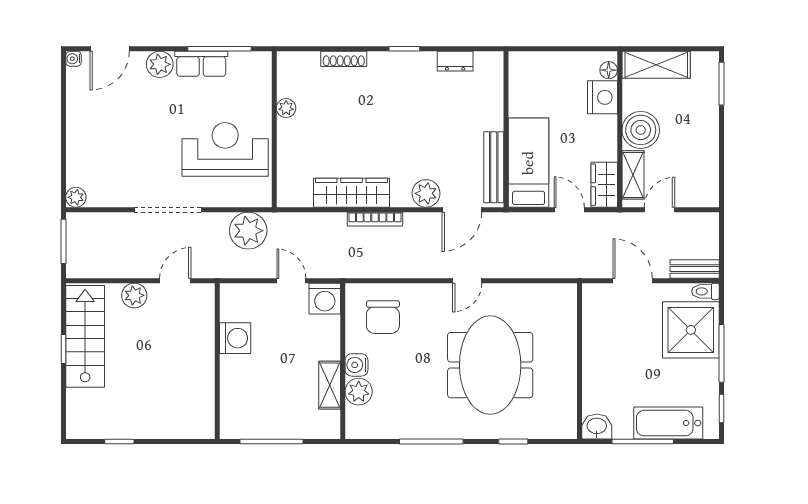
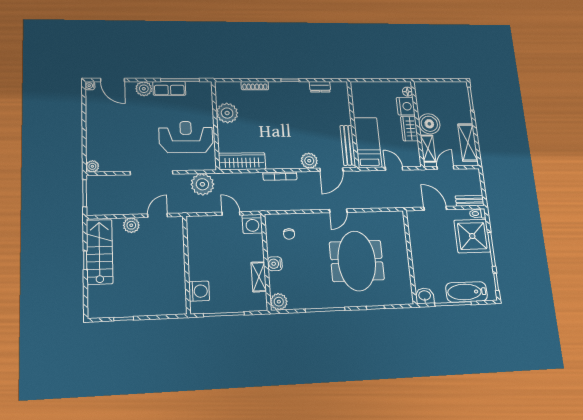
door: (110, 49) -> (113, 80), hinge flipped
shelving: (656, 65) -> (468, 142), moved, turned 90
plant: (286, 108) -> (227, 113), width x1.88, depth x1.88
wardrobe: (604, 185) -> (409, 129), moved
wardrobe: (351, 193) -> (242, 161), moved
chair: (383, 317) -> (289, 234), width x0.54, depth x0.54
washing machine: (235, 338) -> (199, 291), moved
plant: (359, 392) -> (279, 302), moved

